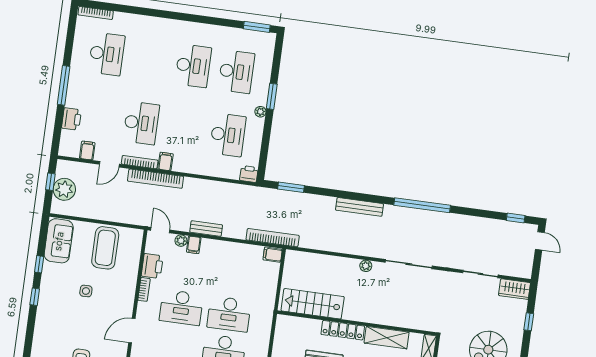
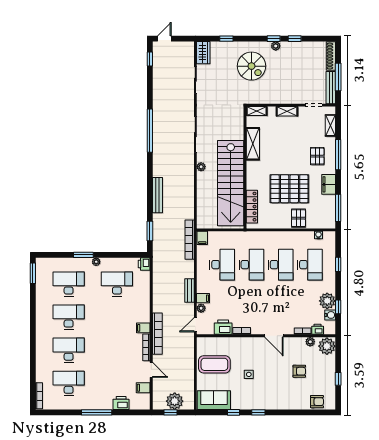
desk: (141, 123) -> (69, 350), moved
bench: (359, 207) -> (158, 195), moved
stairs: (313, 304) -> (231, 183), width x1.86, depth x1.51
desk: (181, 307) -> (222, 265), moved
locker: (343, 330) -> (252, 207), moved

